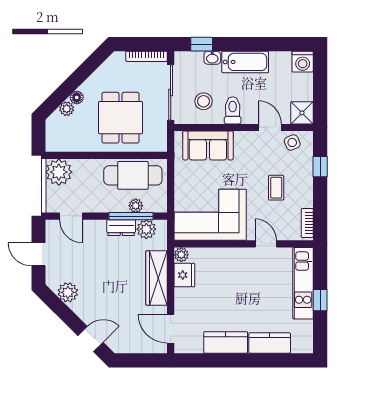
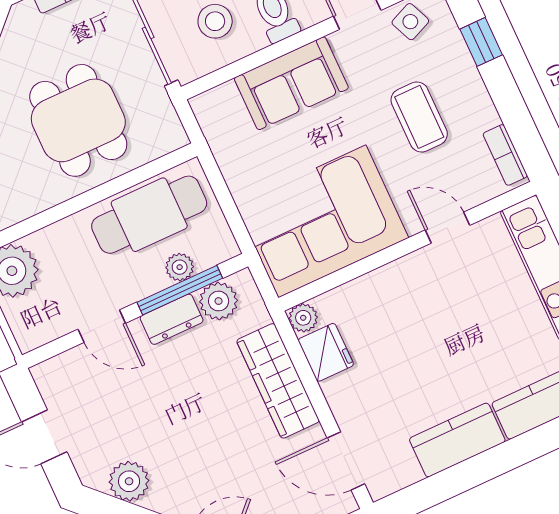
sofa: (208, 146) -> (291, 83), moved
coffee table: (276, 188) -> (419, 117), width x1.36, depth x1.30
door: (71, 216) -> (102, 326), moved

